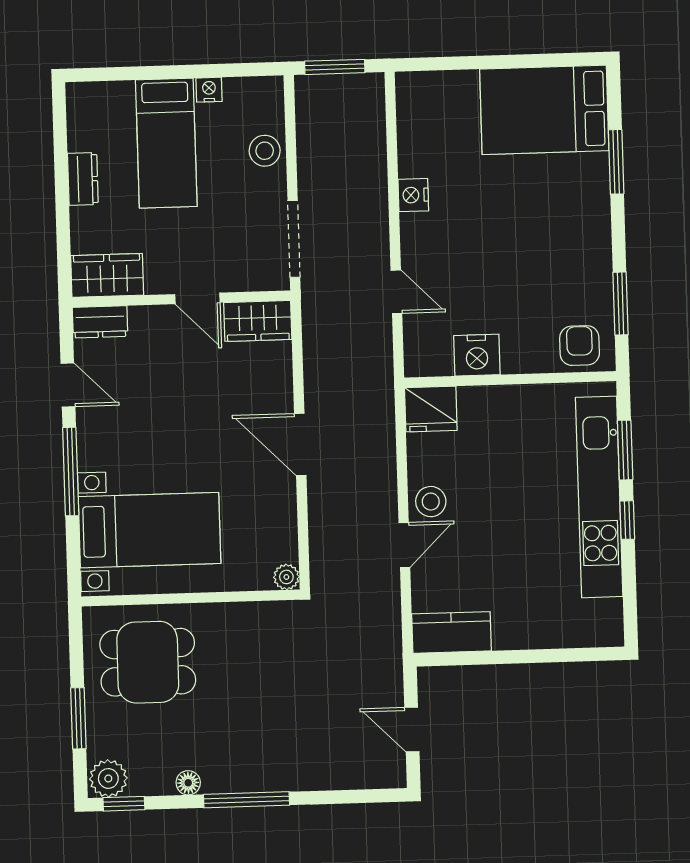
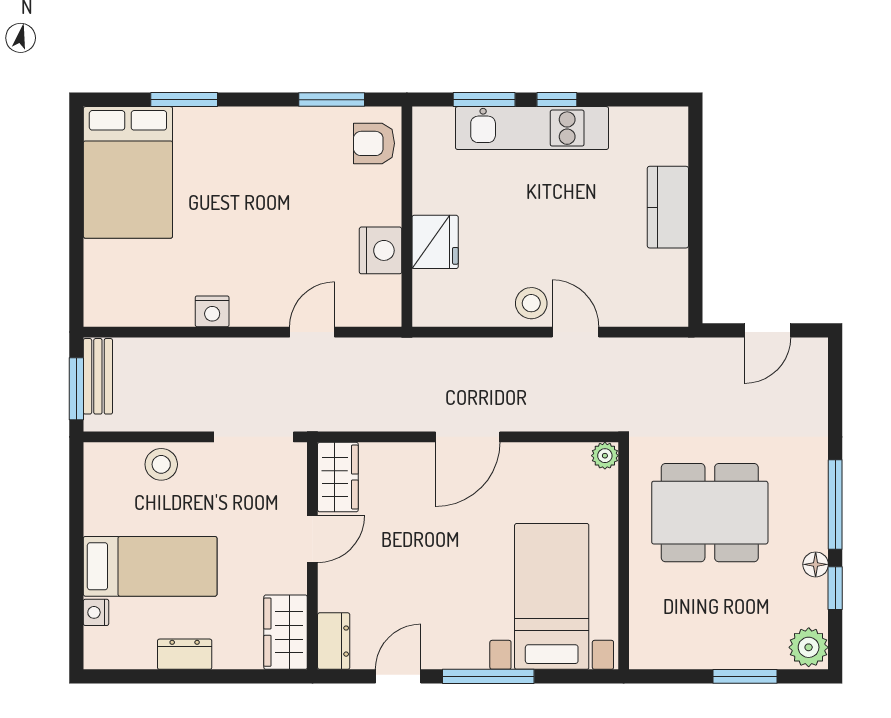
bench: (347, 87) -> (98, 376), added
nightstand: (209, 90) -> (96, 612), moved
fridge: (431, 409) -> (435, 242), moved
kitchen unit: (599, 497) -> (532, 128), width x0.73
kitchen counter: (451, 632) -> (668, 207), moved
dining table: (148, 662) -> (710, 513), moved, width x1.37
window: (124, 804) -> (835, 588), moved

